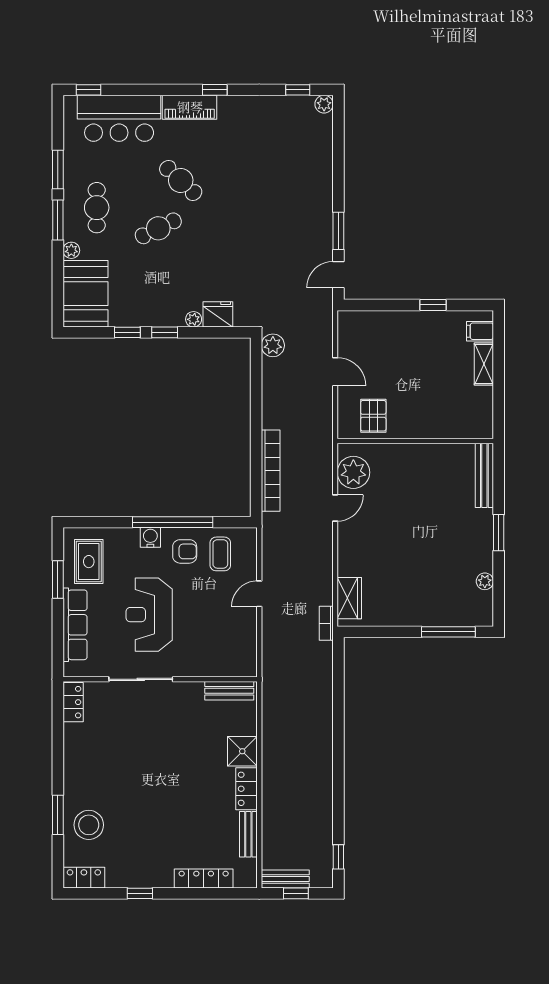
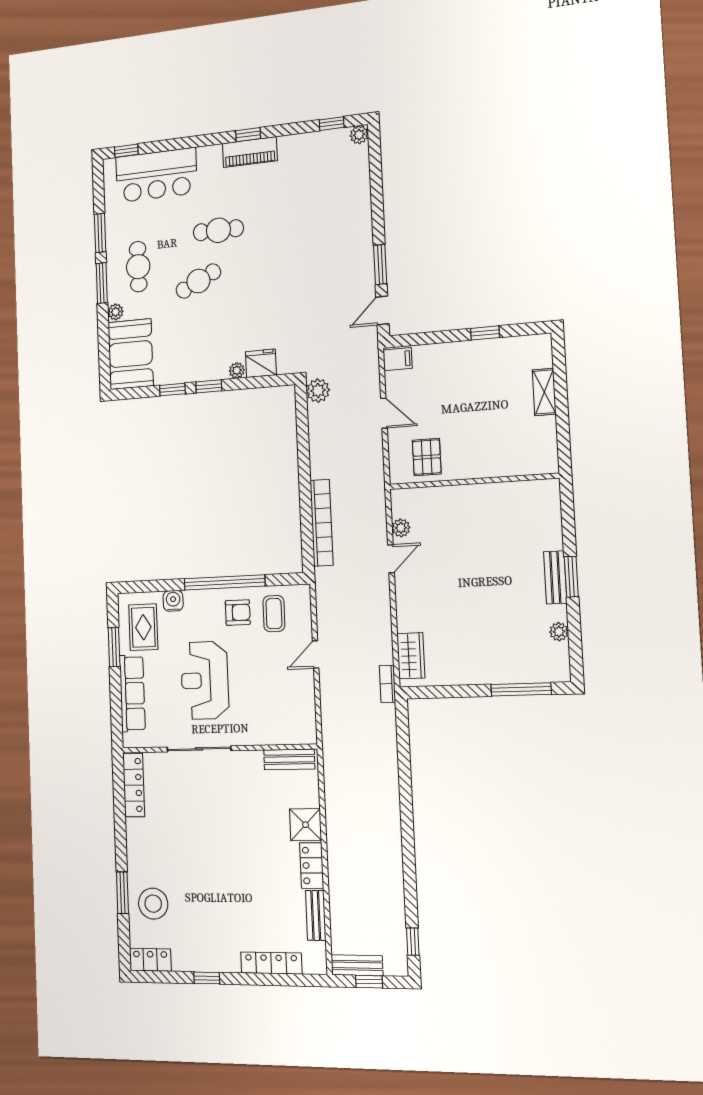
piano: (190, 107) -> (250, 152), moved
cafe table: (181, 181) -> (218, 230), turned -43
filing cabinet: (480, 331) -> (398, 359), moved, turned 180
plant: (353, 472) -> (401, 528), width x0.53, depth x0.53
bench: (484, 475) -> (555, 577), moved, width x0.73
water cooler: (150, 537) -> (173, 601), moved
locker: (73, 702) -> (134, 785), width x1.53

